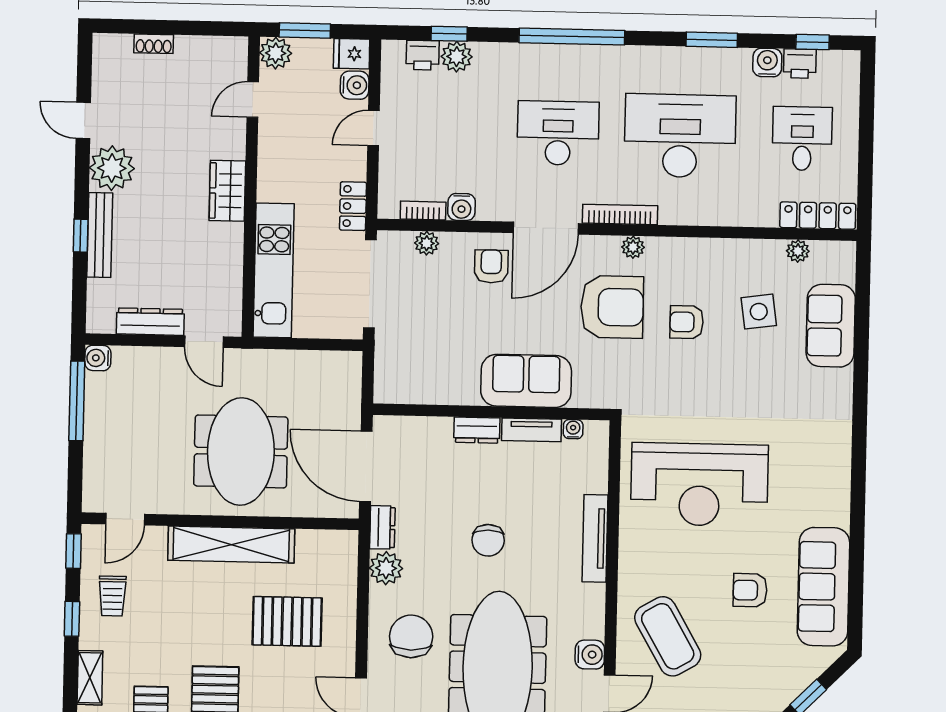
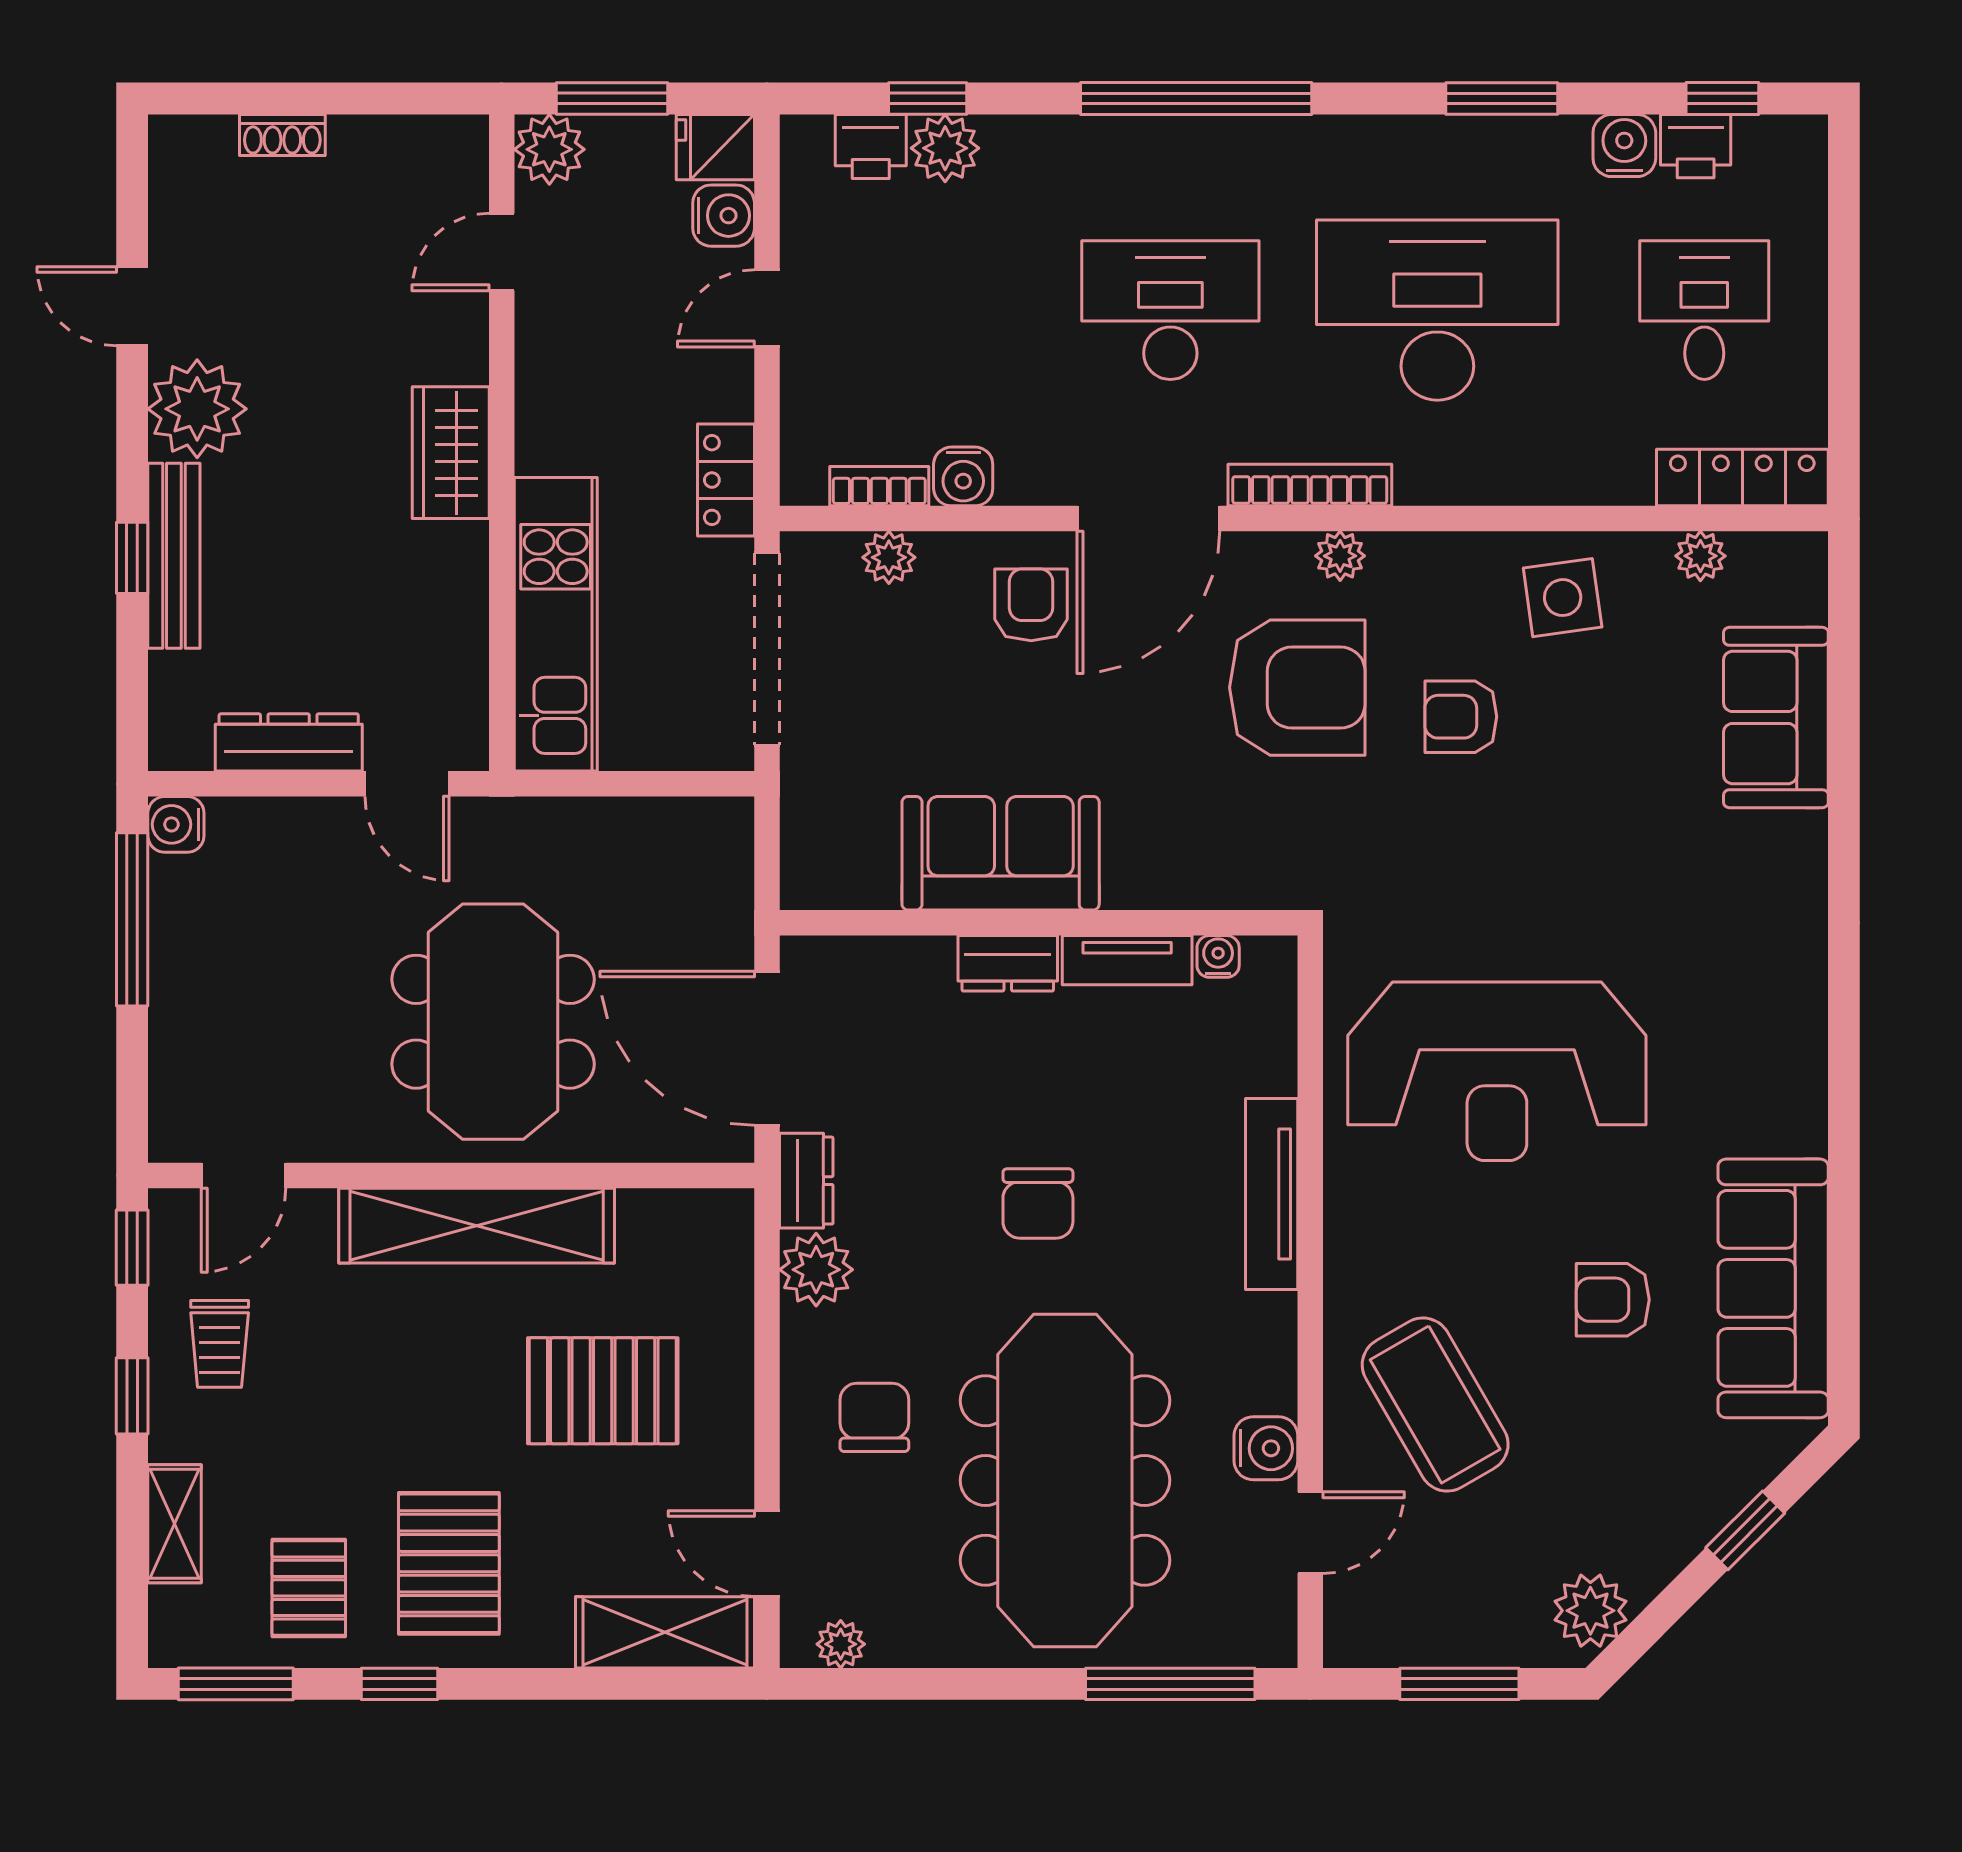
side table: (759, 312) -> (1563, 598), moved
sofa: (526, 381) -> (1001, 853), moved
chair: (411, 636) -> (874, 1417), width x0.73, depth x0.73

